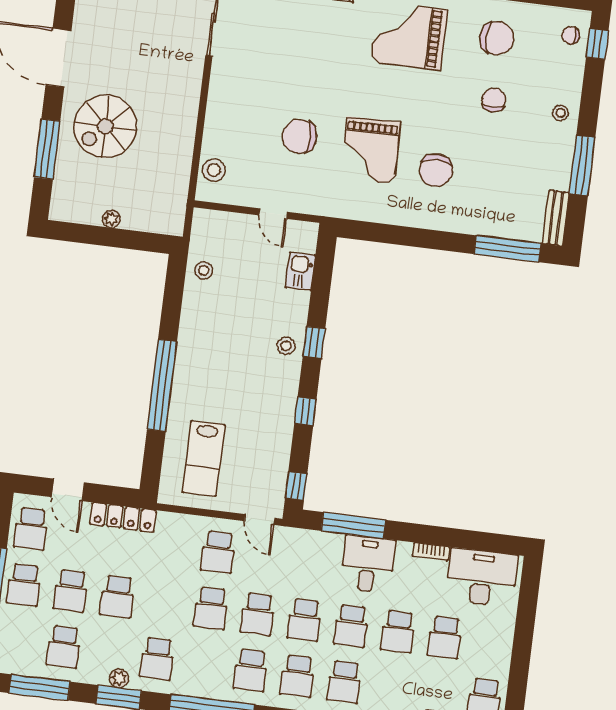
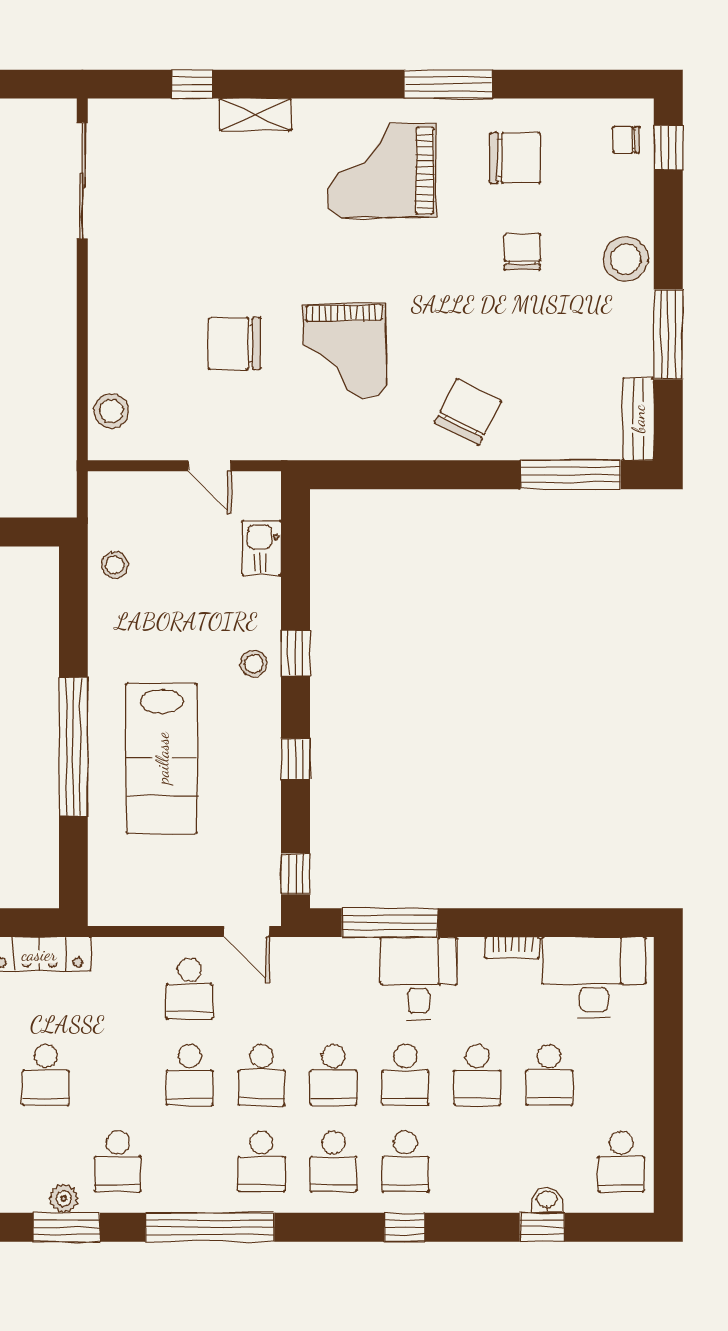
stool: (561, 113) -> (626, 259), width x1.89, depth x1.89
chair: (436, 170) -> (468, 412), moved, turned -153
lab bench: (204, 458) -> (162, 758), moved, width x1.36, depth x1.39

